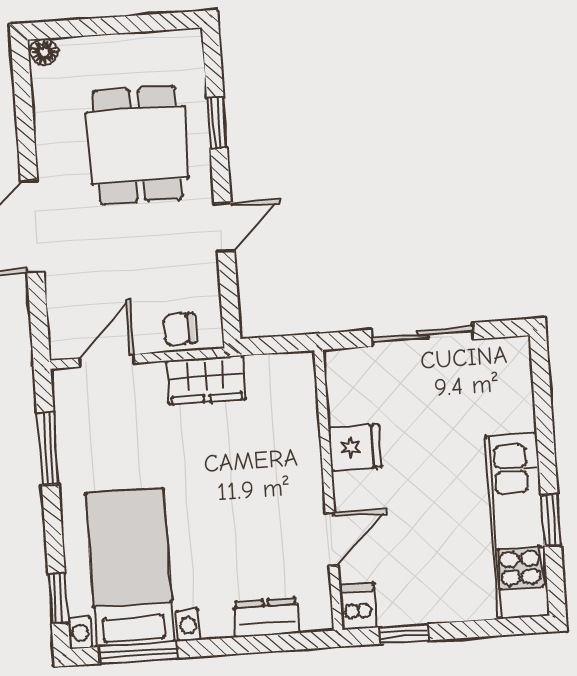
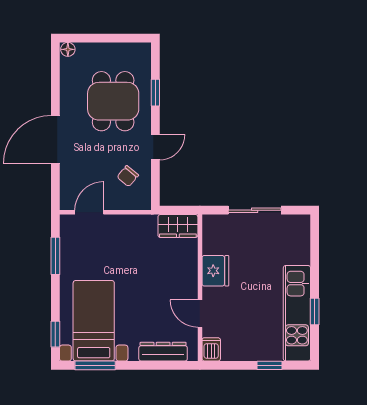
chair: (179, 329) -> (128, 176), moved, turned -50
wardrobe: (206, 380) -> (178, 226), moved
fridge: (355, 447) -> (215, 271), width x1.38
door: (332, 539) -> (200, 314), swing flipped
dresser: (267, 617) -> (163, 352), width x1.44
window: (404, 634) -> (269, 365), moved

